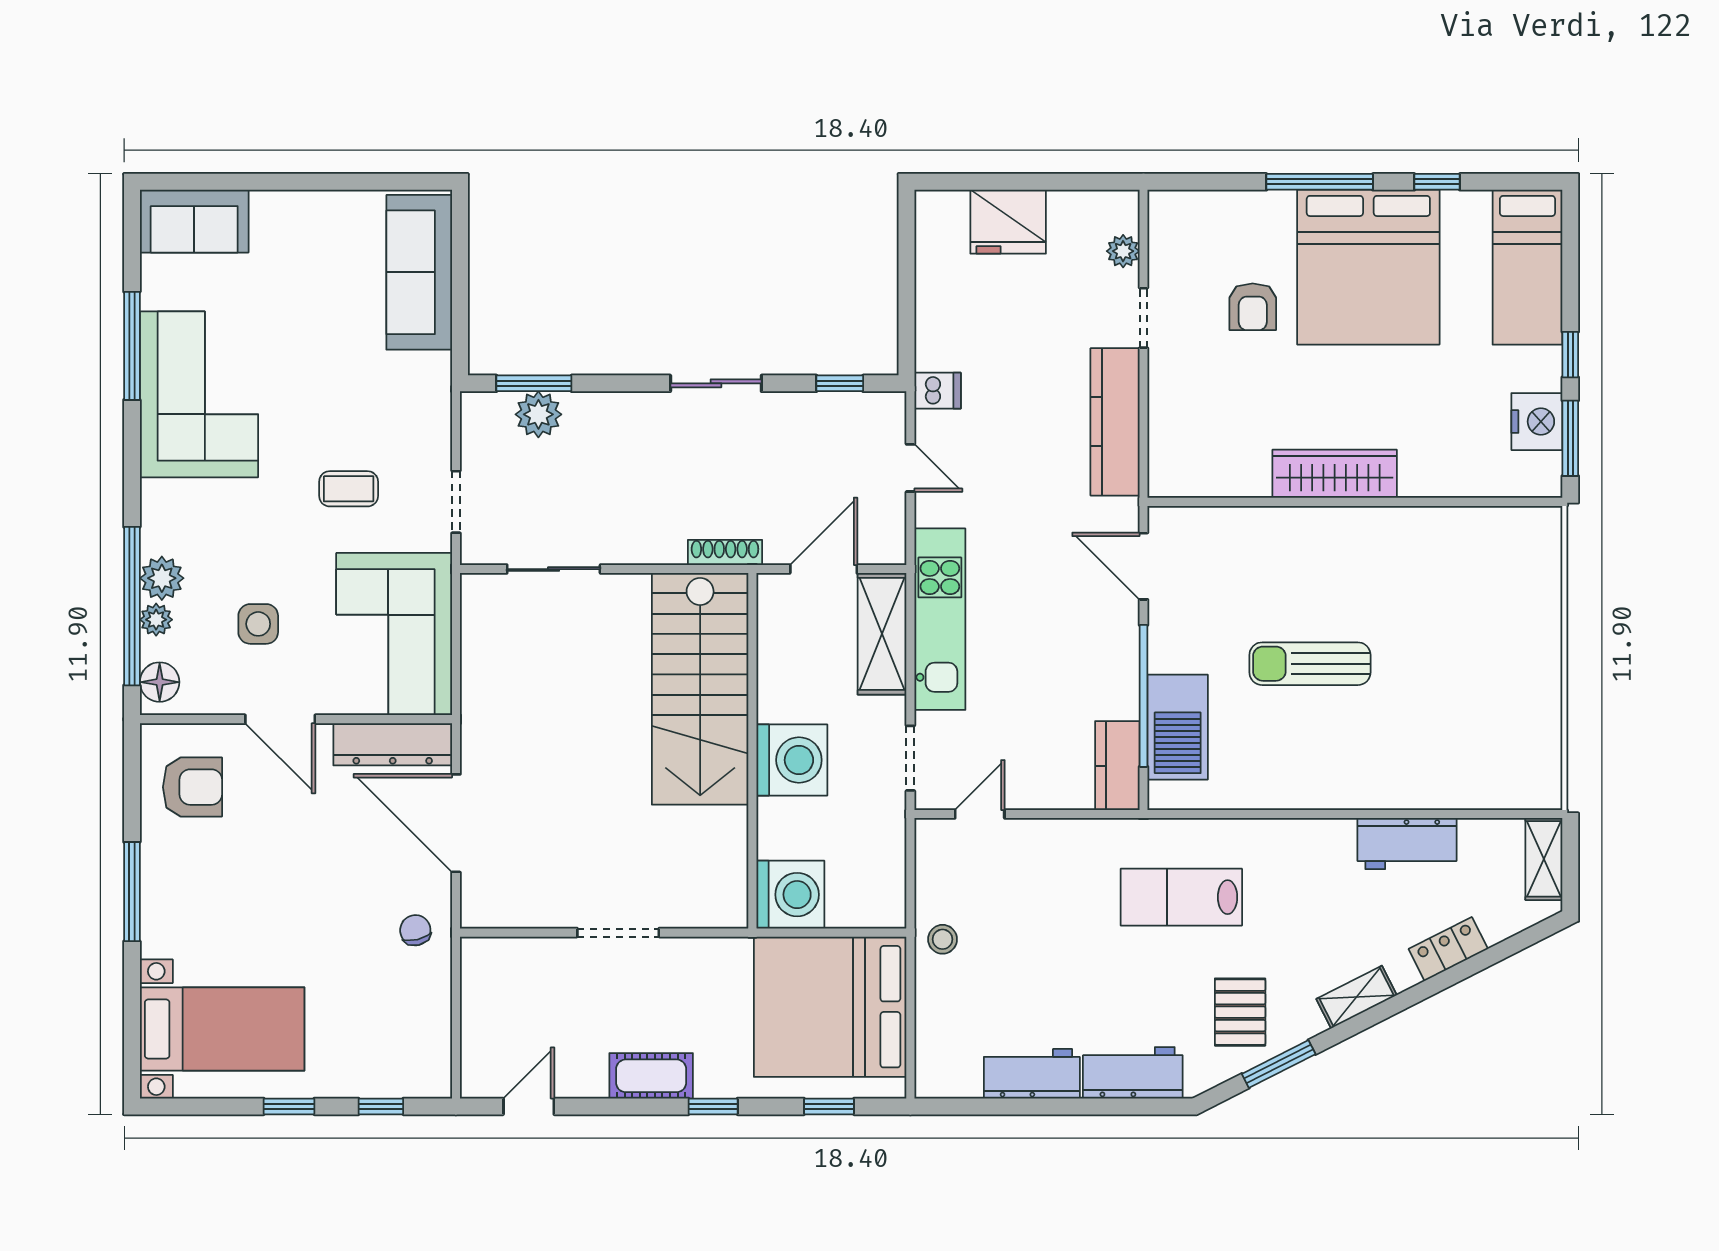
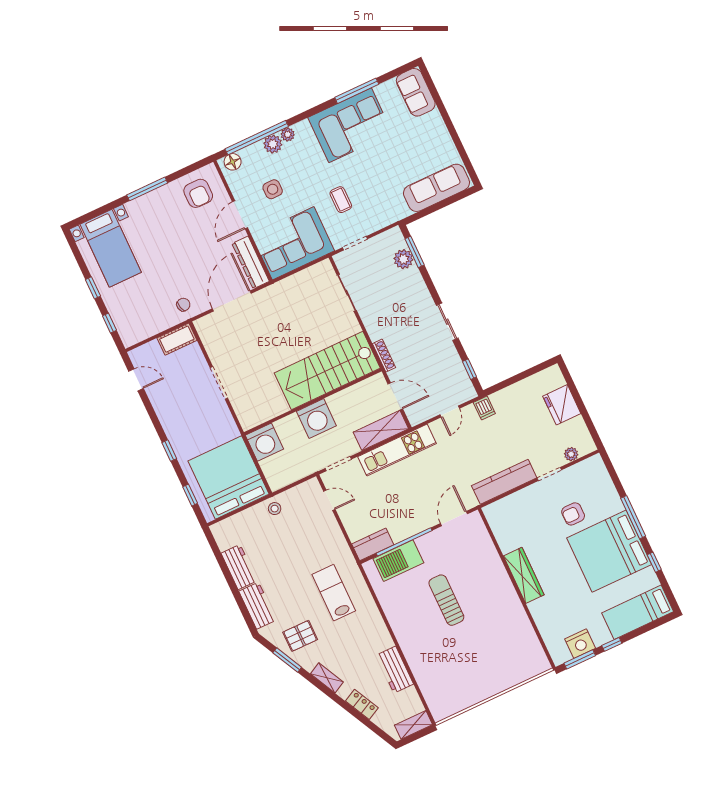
plant: (156, 620) -> (288, 134), moved
cot: (651, 1076) -> (177, 339), moved, turned 90

